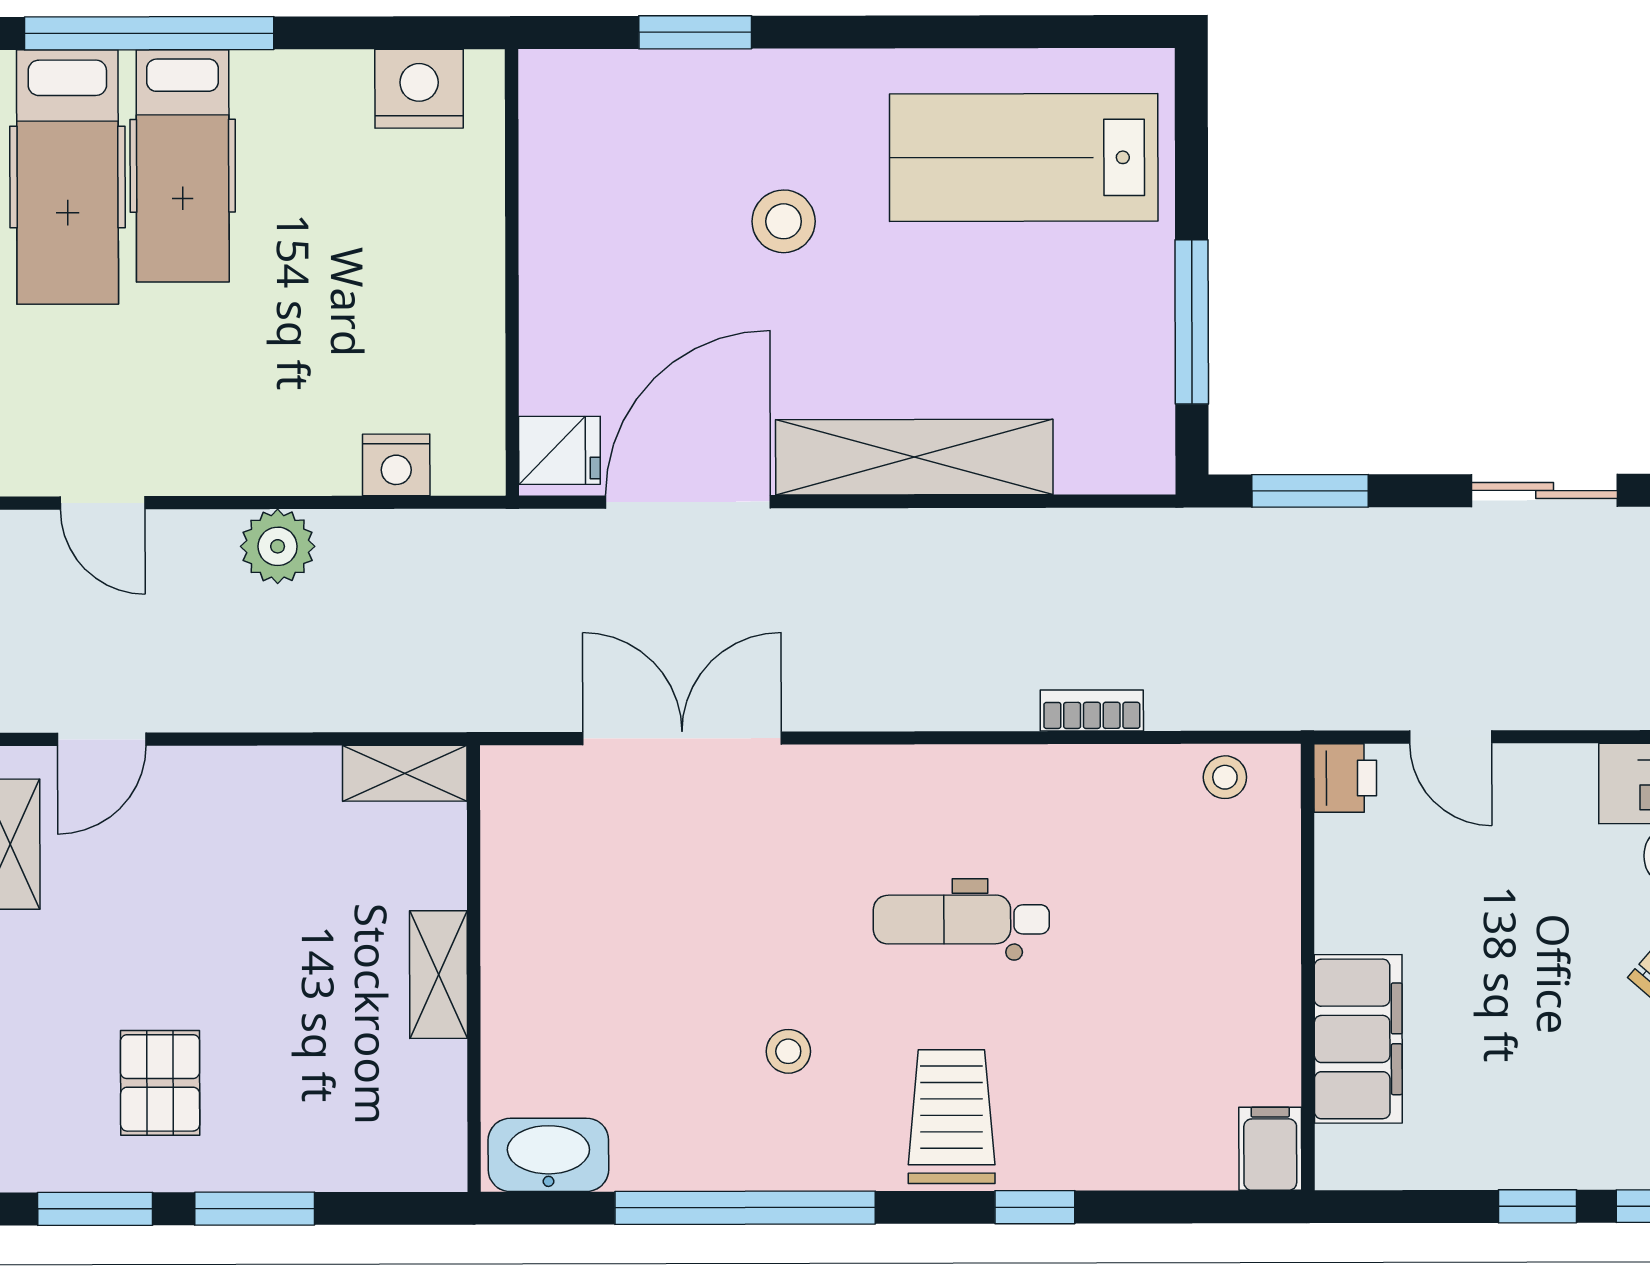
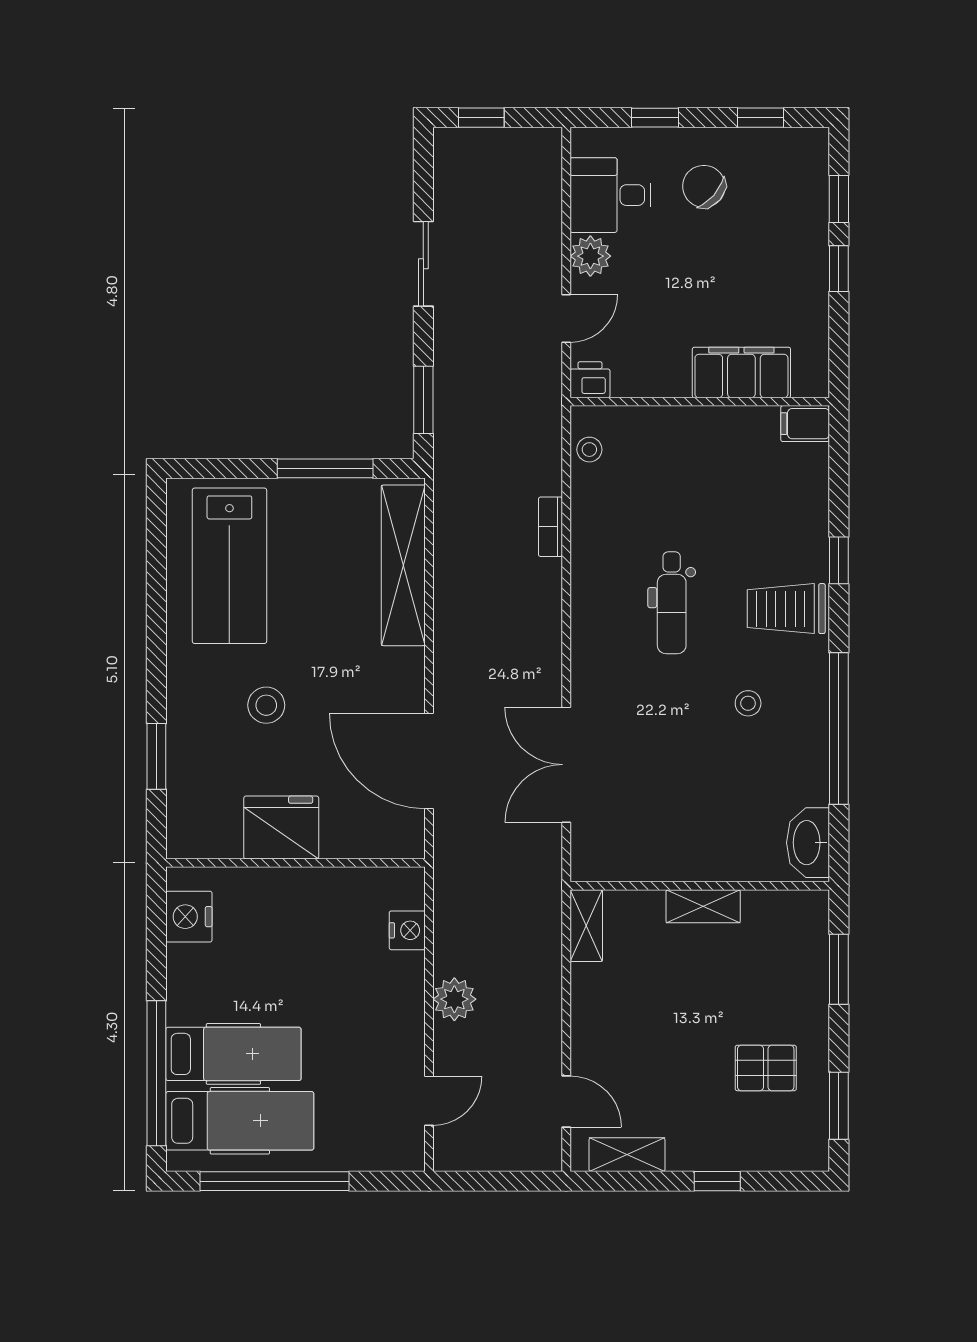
fridge: (559, 450) -> (281, 828), moved, width x1.88, depth x1.34
shelving: (914, 457) -> (403, 565), moved
plant: (1558, 779) -> (590, 256), added
window: (255, 1209) -> (839, 969), moved

